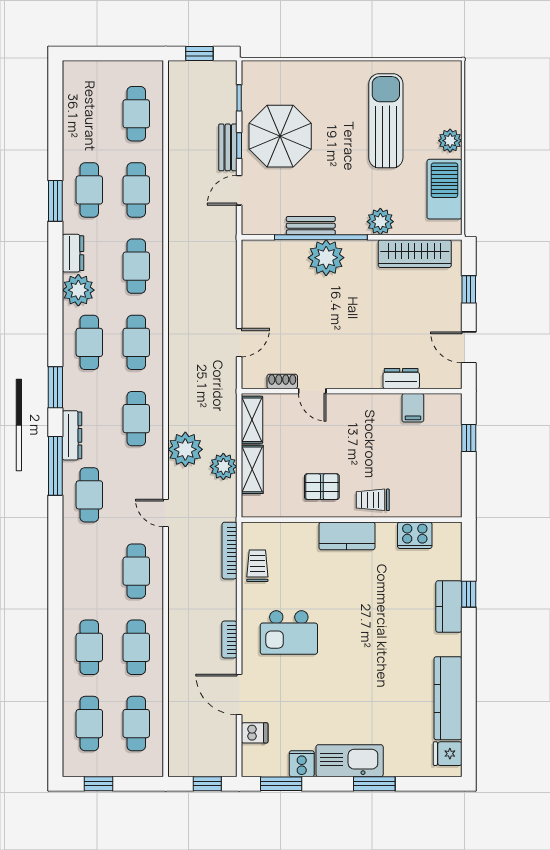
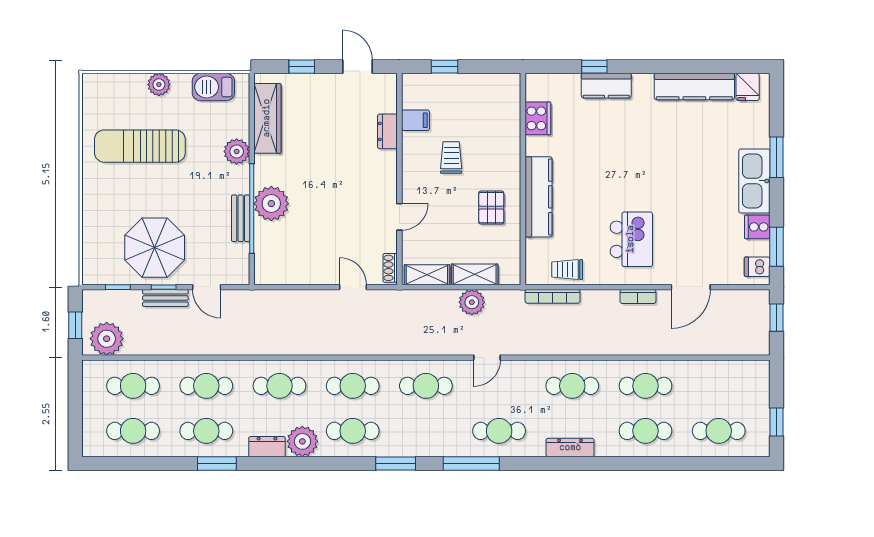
barbecue: (444, 189) -> (213, 87), width x0.73, depth x0.83
door: (469, 347) -> (357, 67), swing flipped
shoe rack: (282, 381) -> (390, 268), moved
dresser: (72, 435) -> (570, 448), moved
plant: (185, 449) -> (107, 339), moved
trolley: (373, 500) -> (451, 158), moved, turned 180
door: (166, 513) -> (487, 358), moved
kitchen counter: (347, 536) -> (539, 197), width x1.50
cafe table: (136, 724) -> (133, 431), moved
dishwasher: (255, 733) -> (757, 267), moved, turned -90

